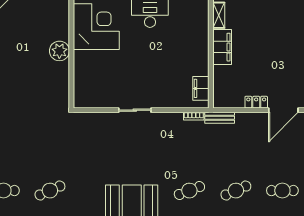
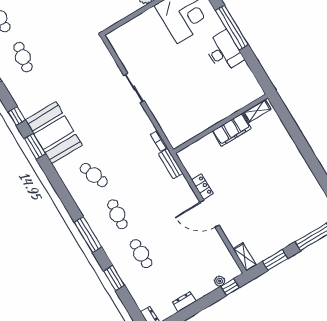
filing cabinet: (201, 88) -> (186, 133), removed
cafe table: (50, 191) -> (23, 57), turned 33
cafe table: (236, 191) -> (117, 214), turned 30

